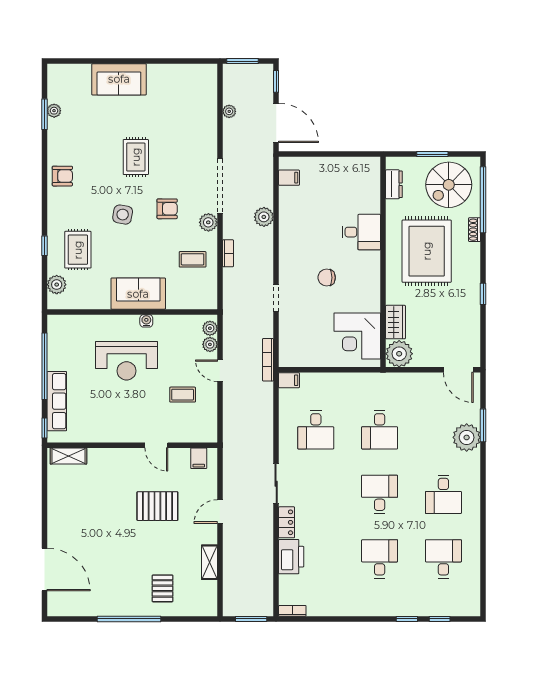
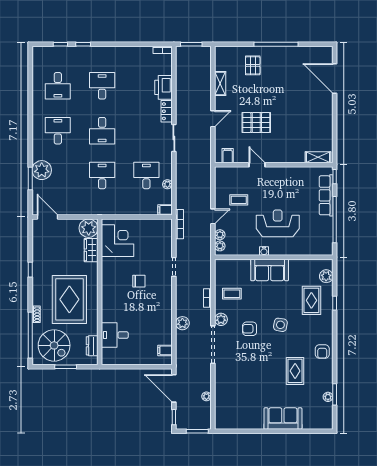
rug: (136, 157) -> (295, 371), moved
armchair: (62, 176) -> (322, 352), turned -90
spiral stairs: (449, 185) -> (54, 345), turned 90
desk: (361, 232) -> (115, 335), moved
door: (220, 371) -> (213, 216), hinge flipped
plant: (285, 417) -> (167, 184), added
desk: (380, 559) -> (102, 86), turned 180

